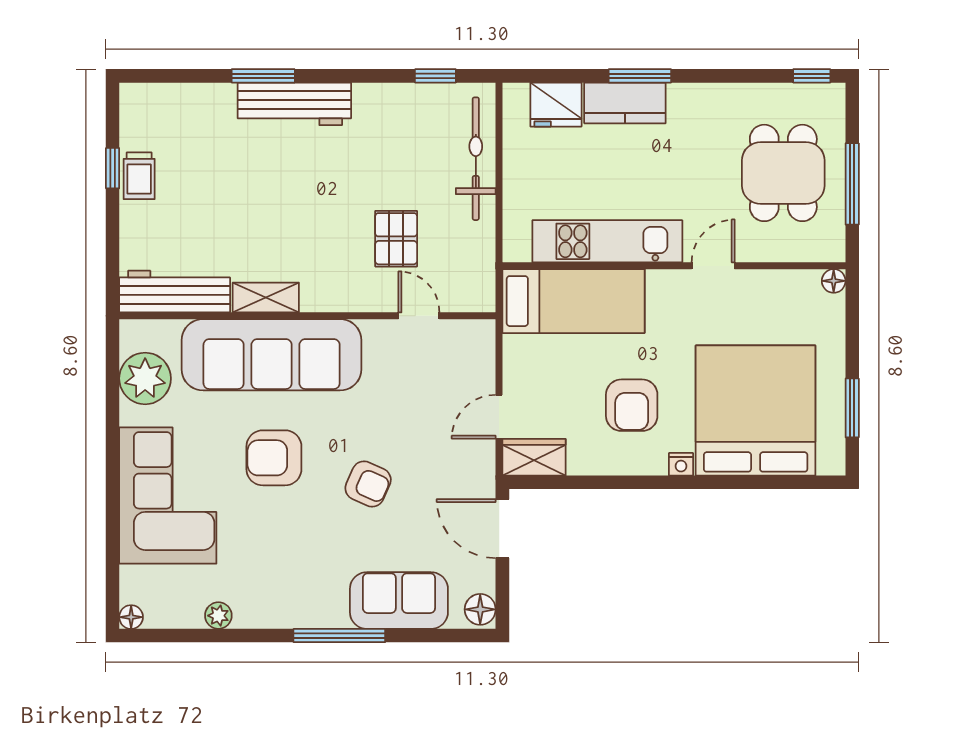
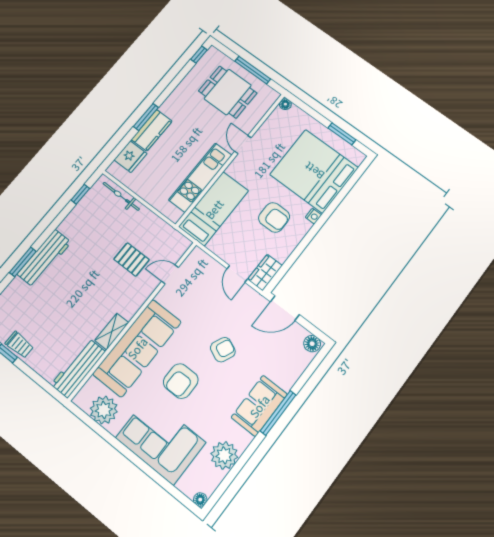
bicycle: (476, 159) -> (121, 196), width x0.73, depth x0.71
sofa: (399, 601) -> (259, 406), moved
plant: (218, 616) -> (224, 455), width x1.88, depth x1.88

